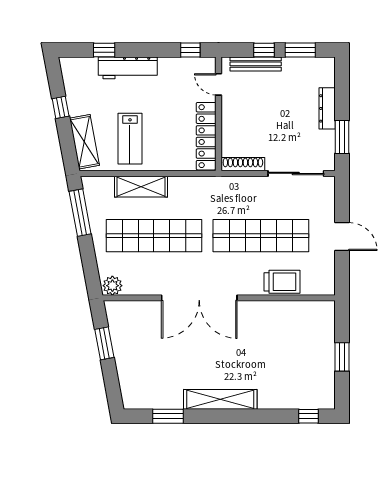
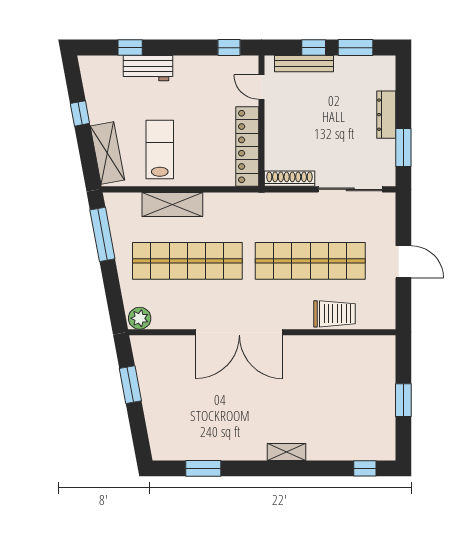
workbench: (128, 68) -> (148, 68), width x0.73
lab bench: (130, 139) -> (160, 149), turned 180
shelving: (220, 399) -> (286, 452), width x0.45, depth x0.75

